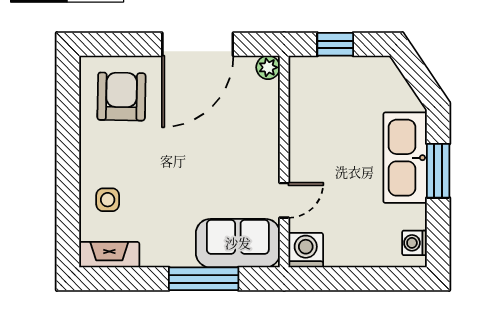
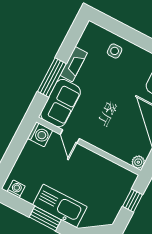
fireplace: (109, 255) -> (74, 64), moved

